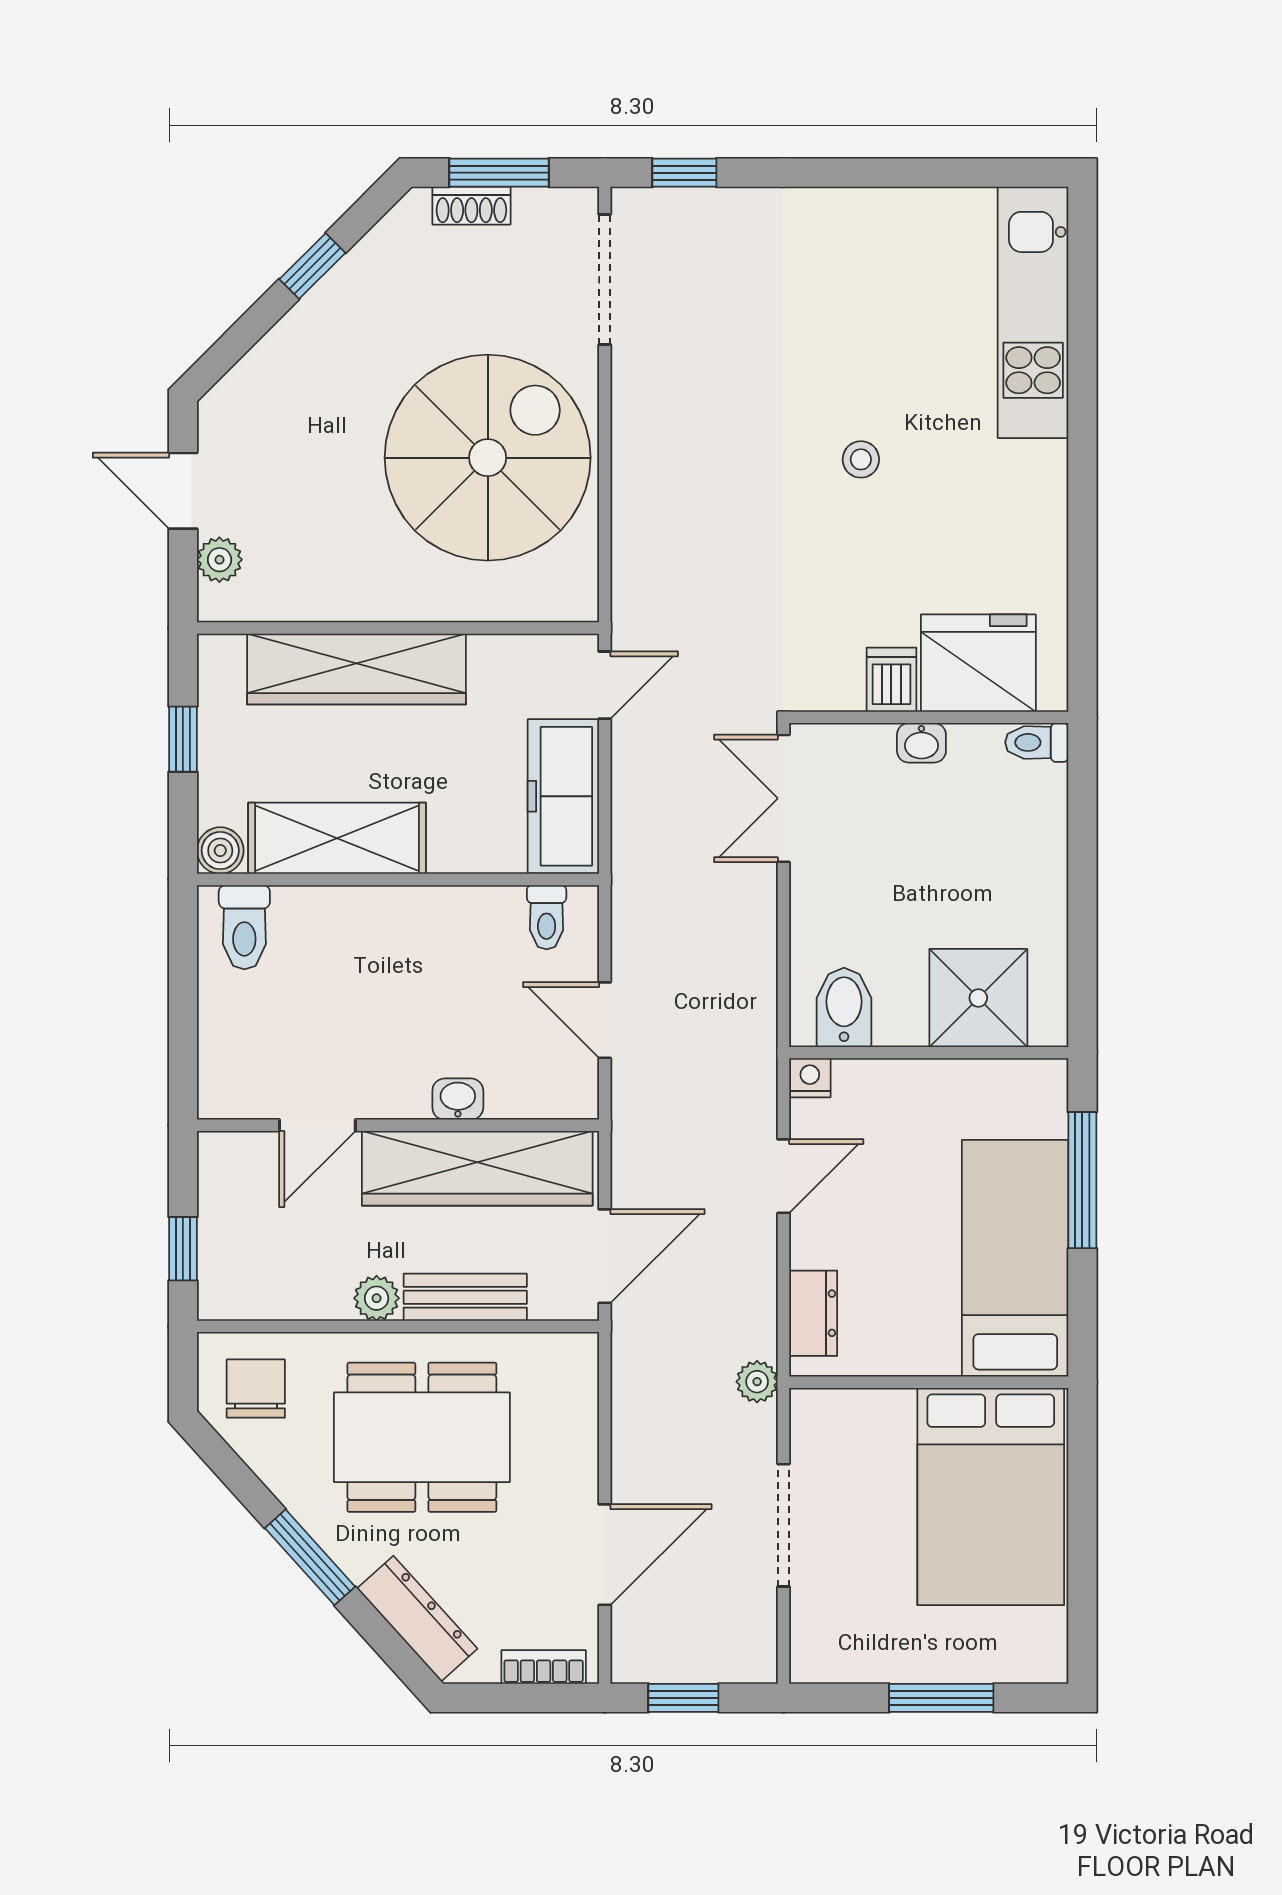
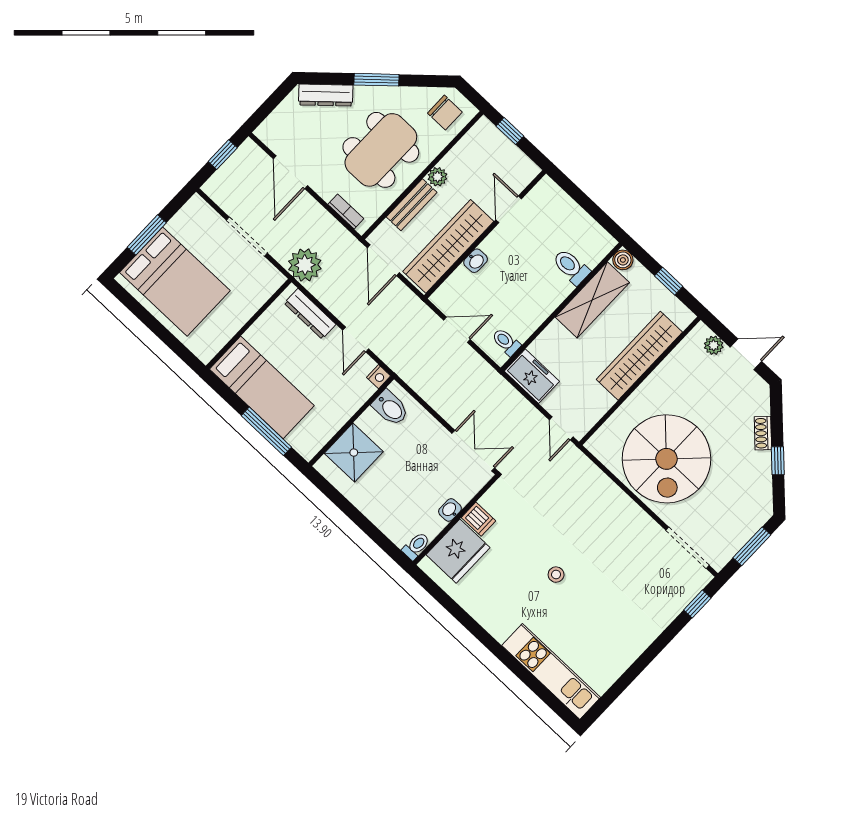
shoe rack: (471, 206) -> (763, 433), moved, turned -45
freezer: (563, 796) -> (532, 376), width x0.71
toilet: (244, 927) -> (571, 267), moved
dresser: (813, 1313) -> (310, 314), width x1.44
plant: (757, 1382) -> (305, 265), width x1.88, depth x1.88
bed: (991, 1496) -> (175, 282), moved, turned 180
bookcase: (544, 1667) -> (346, 211), moved, turned -90

